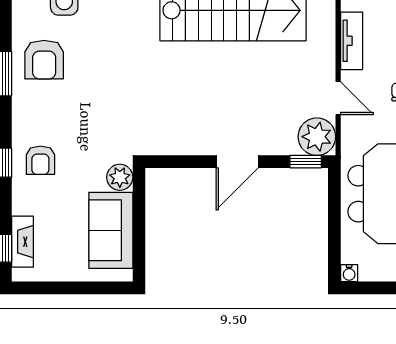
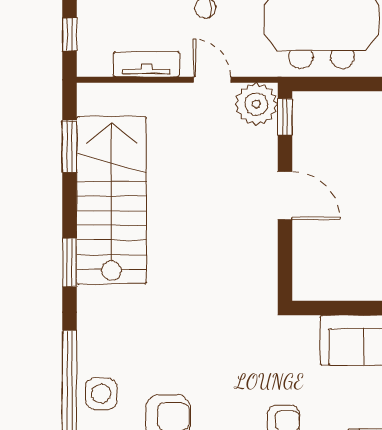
door: (338, 98) -> (212, 80), hinge flipped
plant: (120, 177) -> (303, 330), removed

